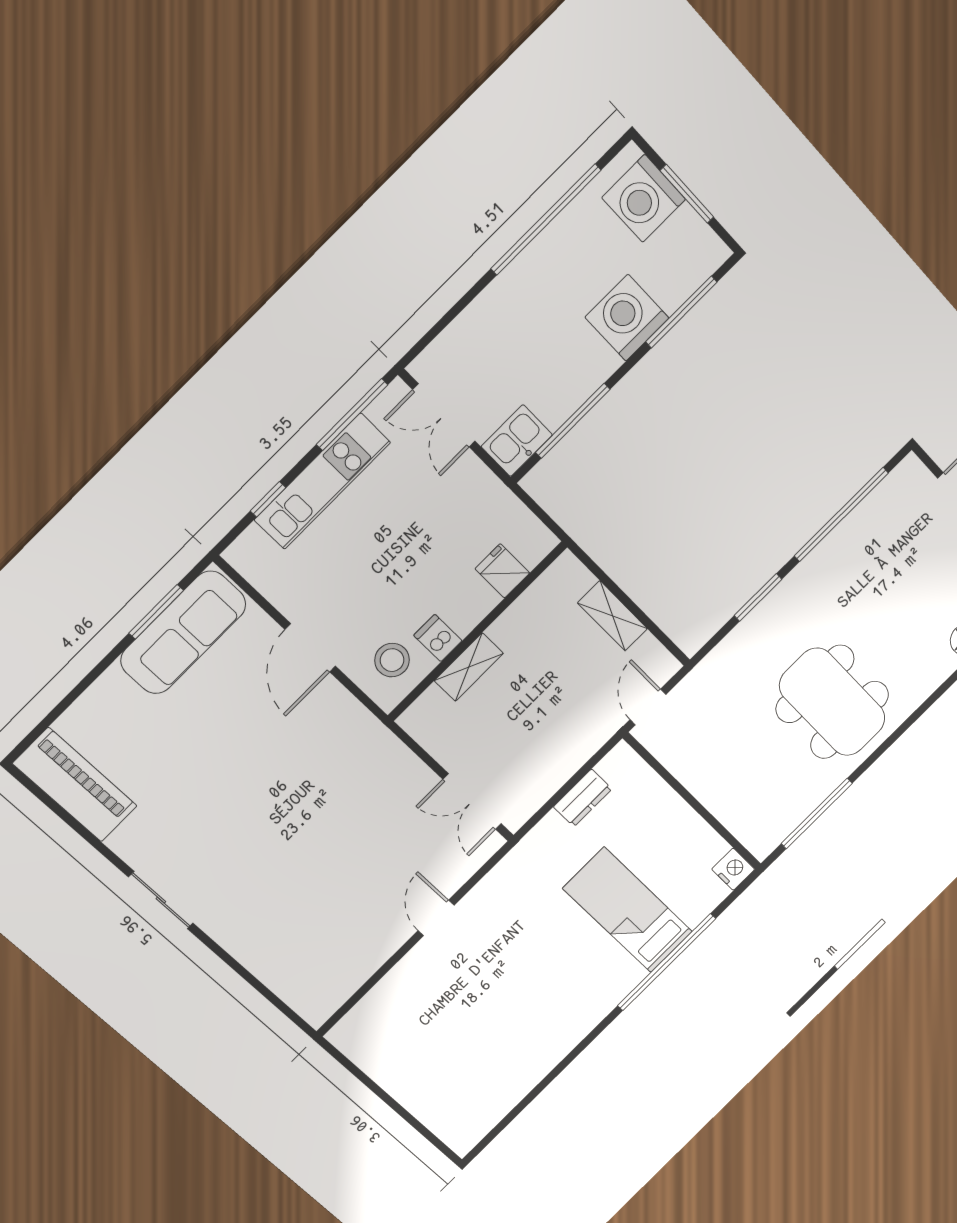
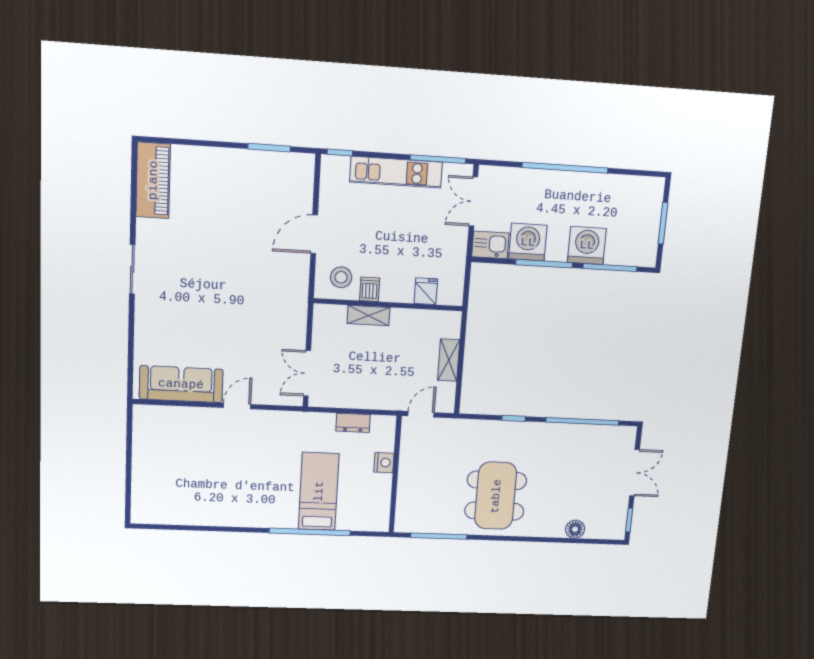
washing machine: (644, 198) -> (528, 242), moved, turned 90
window: (546, 219) -> (565, 168), moved
window: (573, 421) -> (544, 264), moved
window: (268, 499) -> (340, 152), moved
window: (758, 597) -> (514, 418), width x0.67
sofa: (183, 632) -> (181, 384), moved, turned 180
nightstand: (733, 869) -> (384, 463), moved

